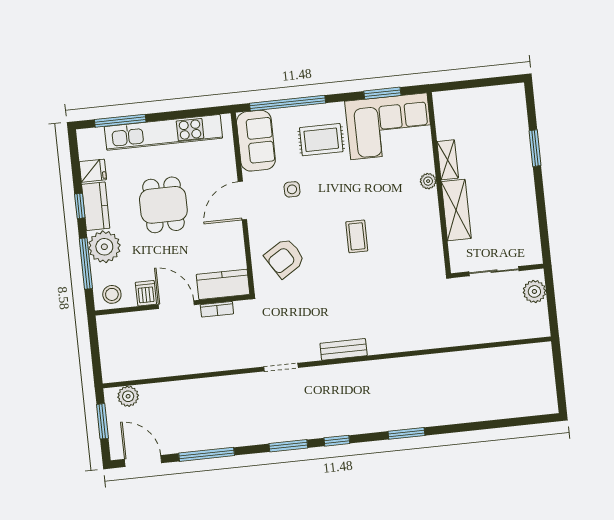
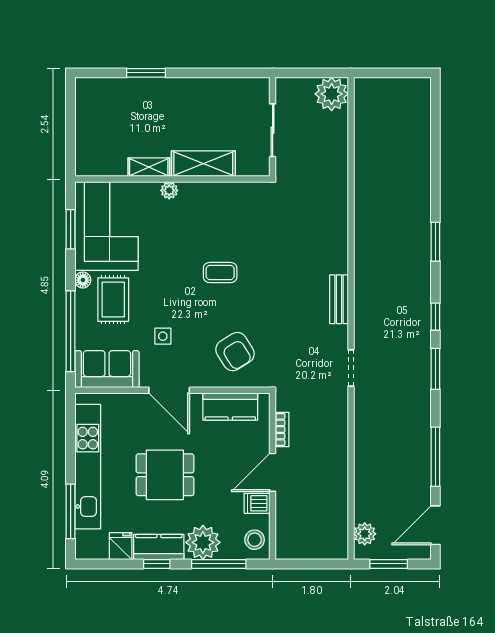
floor lamp: (336, 110) -> (83, 280), added
kitchen counter: (223, 284) -> (230, 407), moved, turned -90
plant: (534, 291) -> (332, 94), moved, width x1.36, depth x1.36

